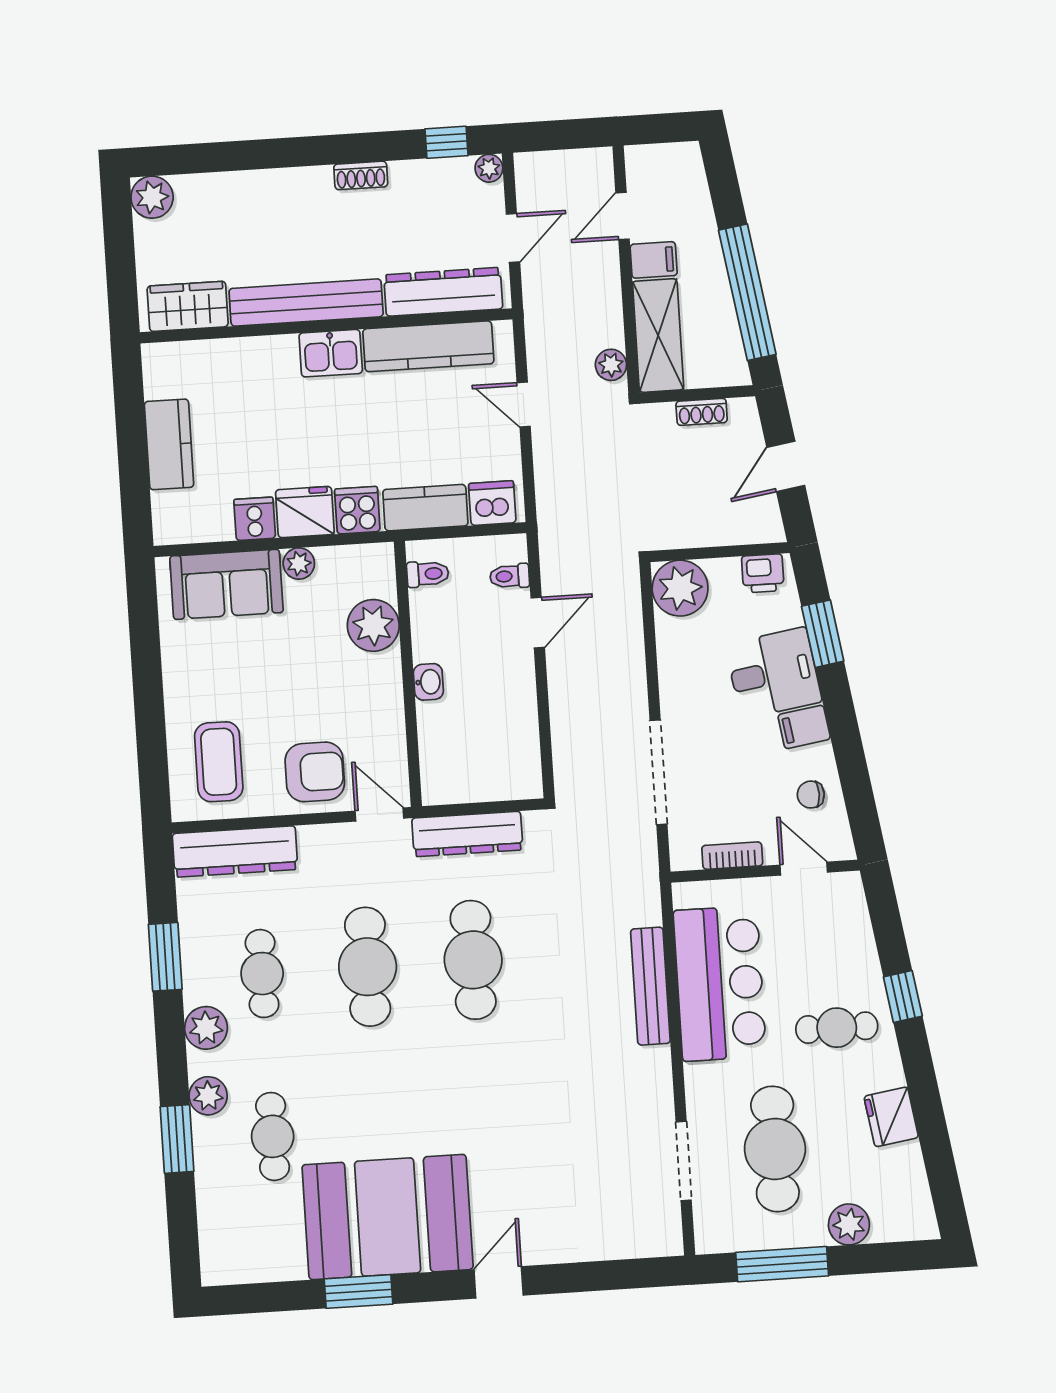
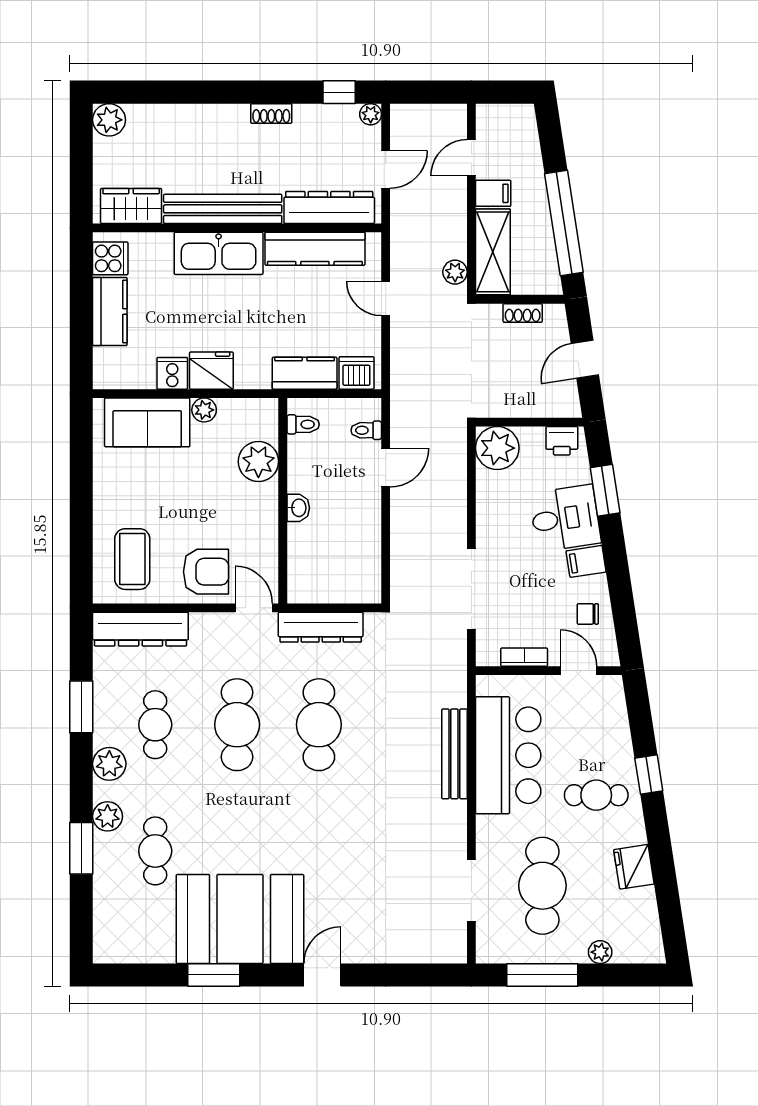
kitchen sink: (331, 353) -> (219, 253), width x1.87, depth x1.24
cooker: (357, 510) -> (110, 258), moved, turned 90
plant: (849, 1224) -> (600, 952), width x0.73, depth x0.73

